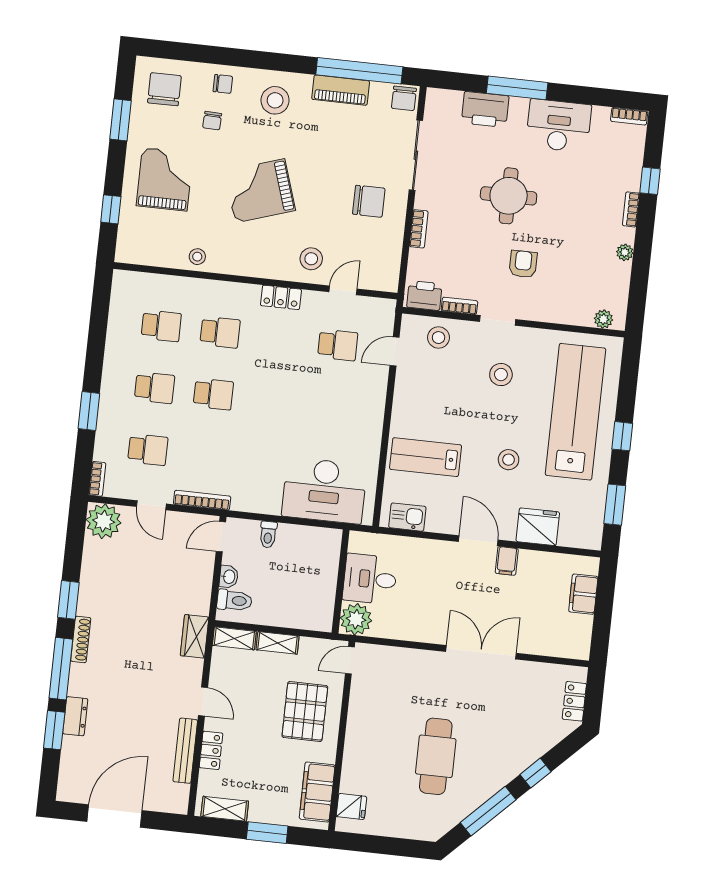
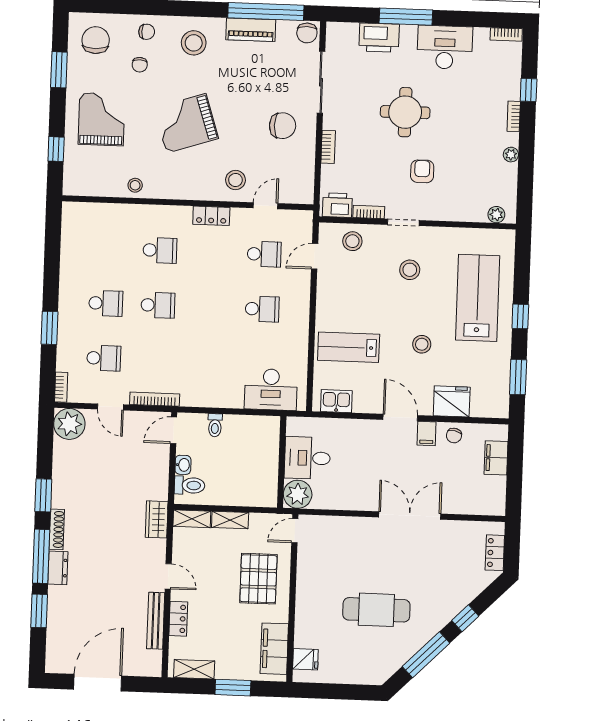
school desk: (161, 326) -> (262, 309), moved
lab bench: (576, 412) -> (478, 298), width x0.73
desk: (324, 490) -> (271, 389), width x0.73, depth x0.77
chair: (538, 566) -> (454, 436), added
dresser: (75, 716) -> (58, 568), moved
cafe table: (436, 756) -> (376, 610), turned 90

